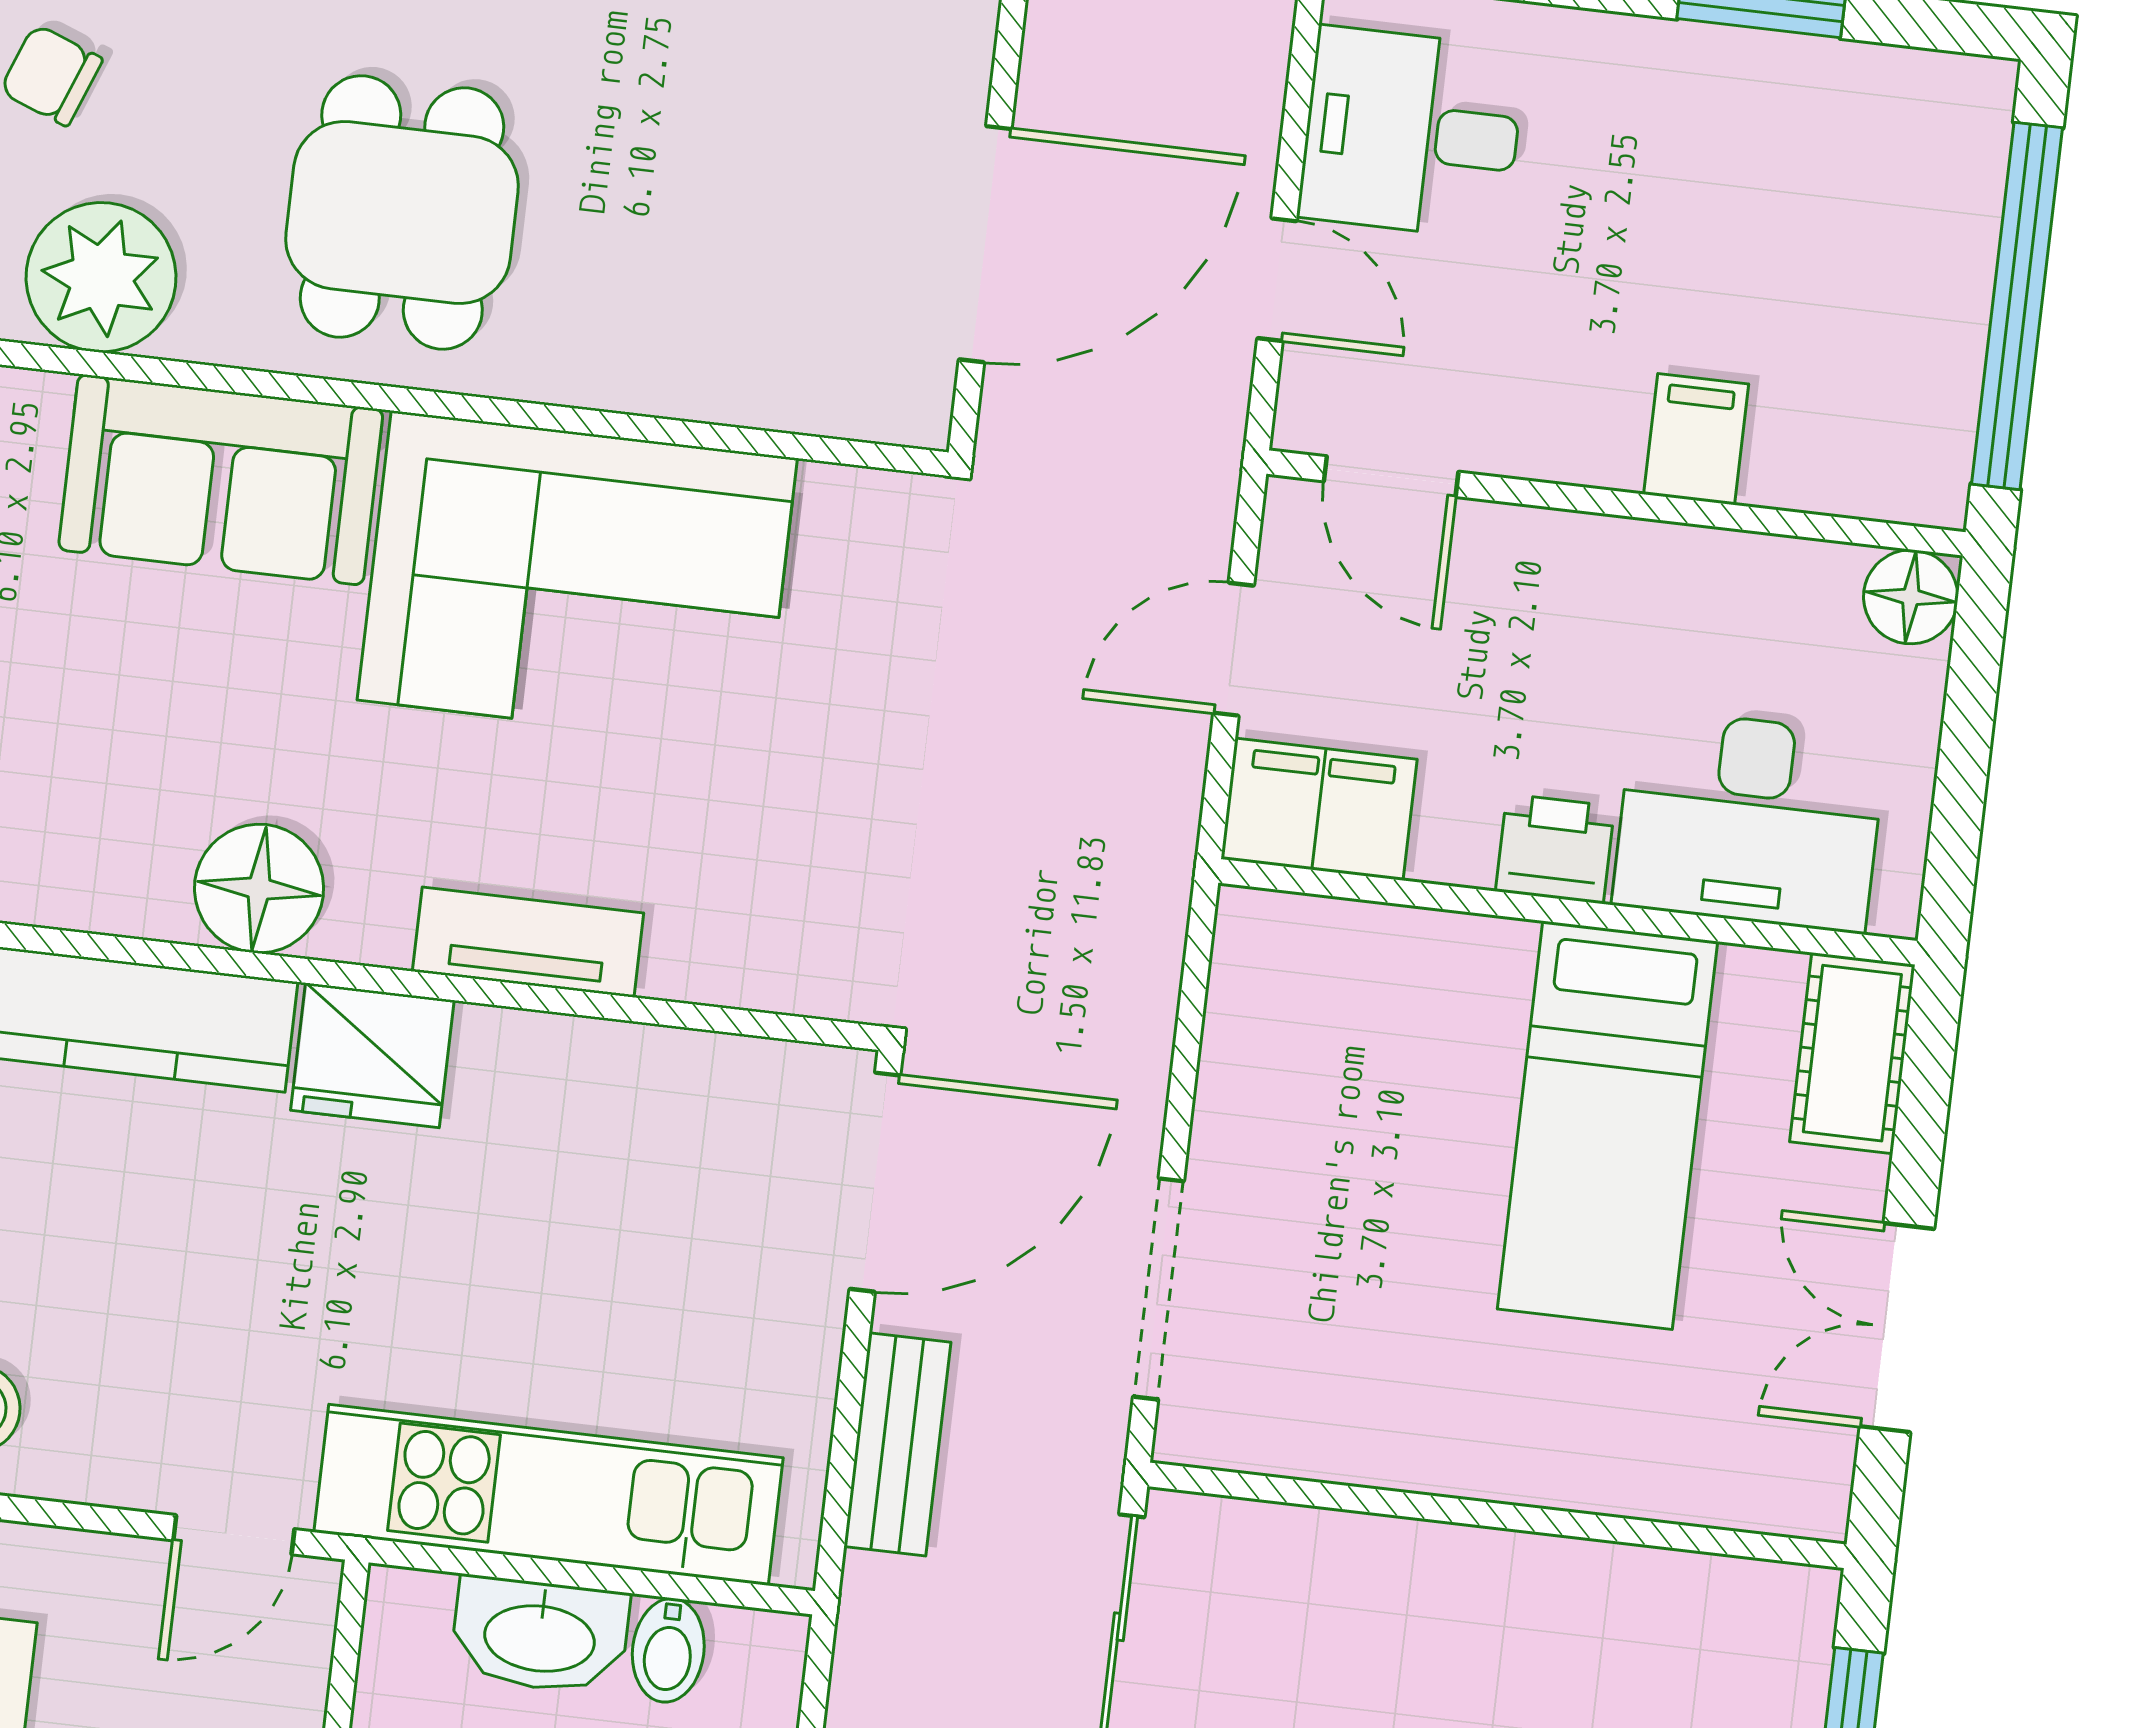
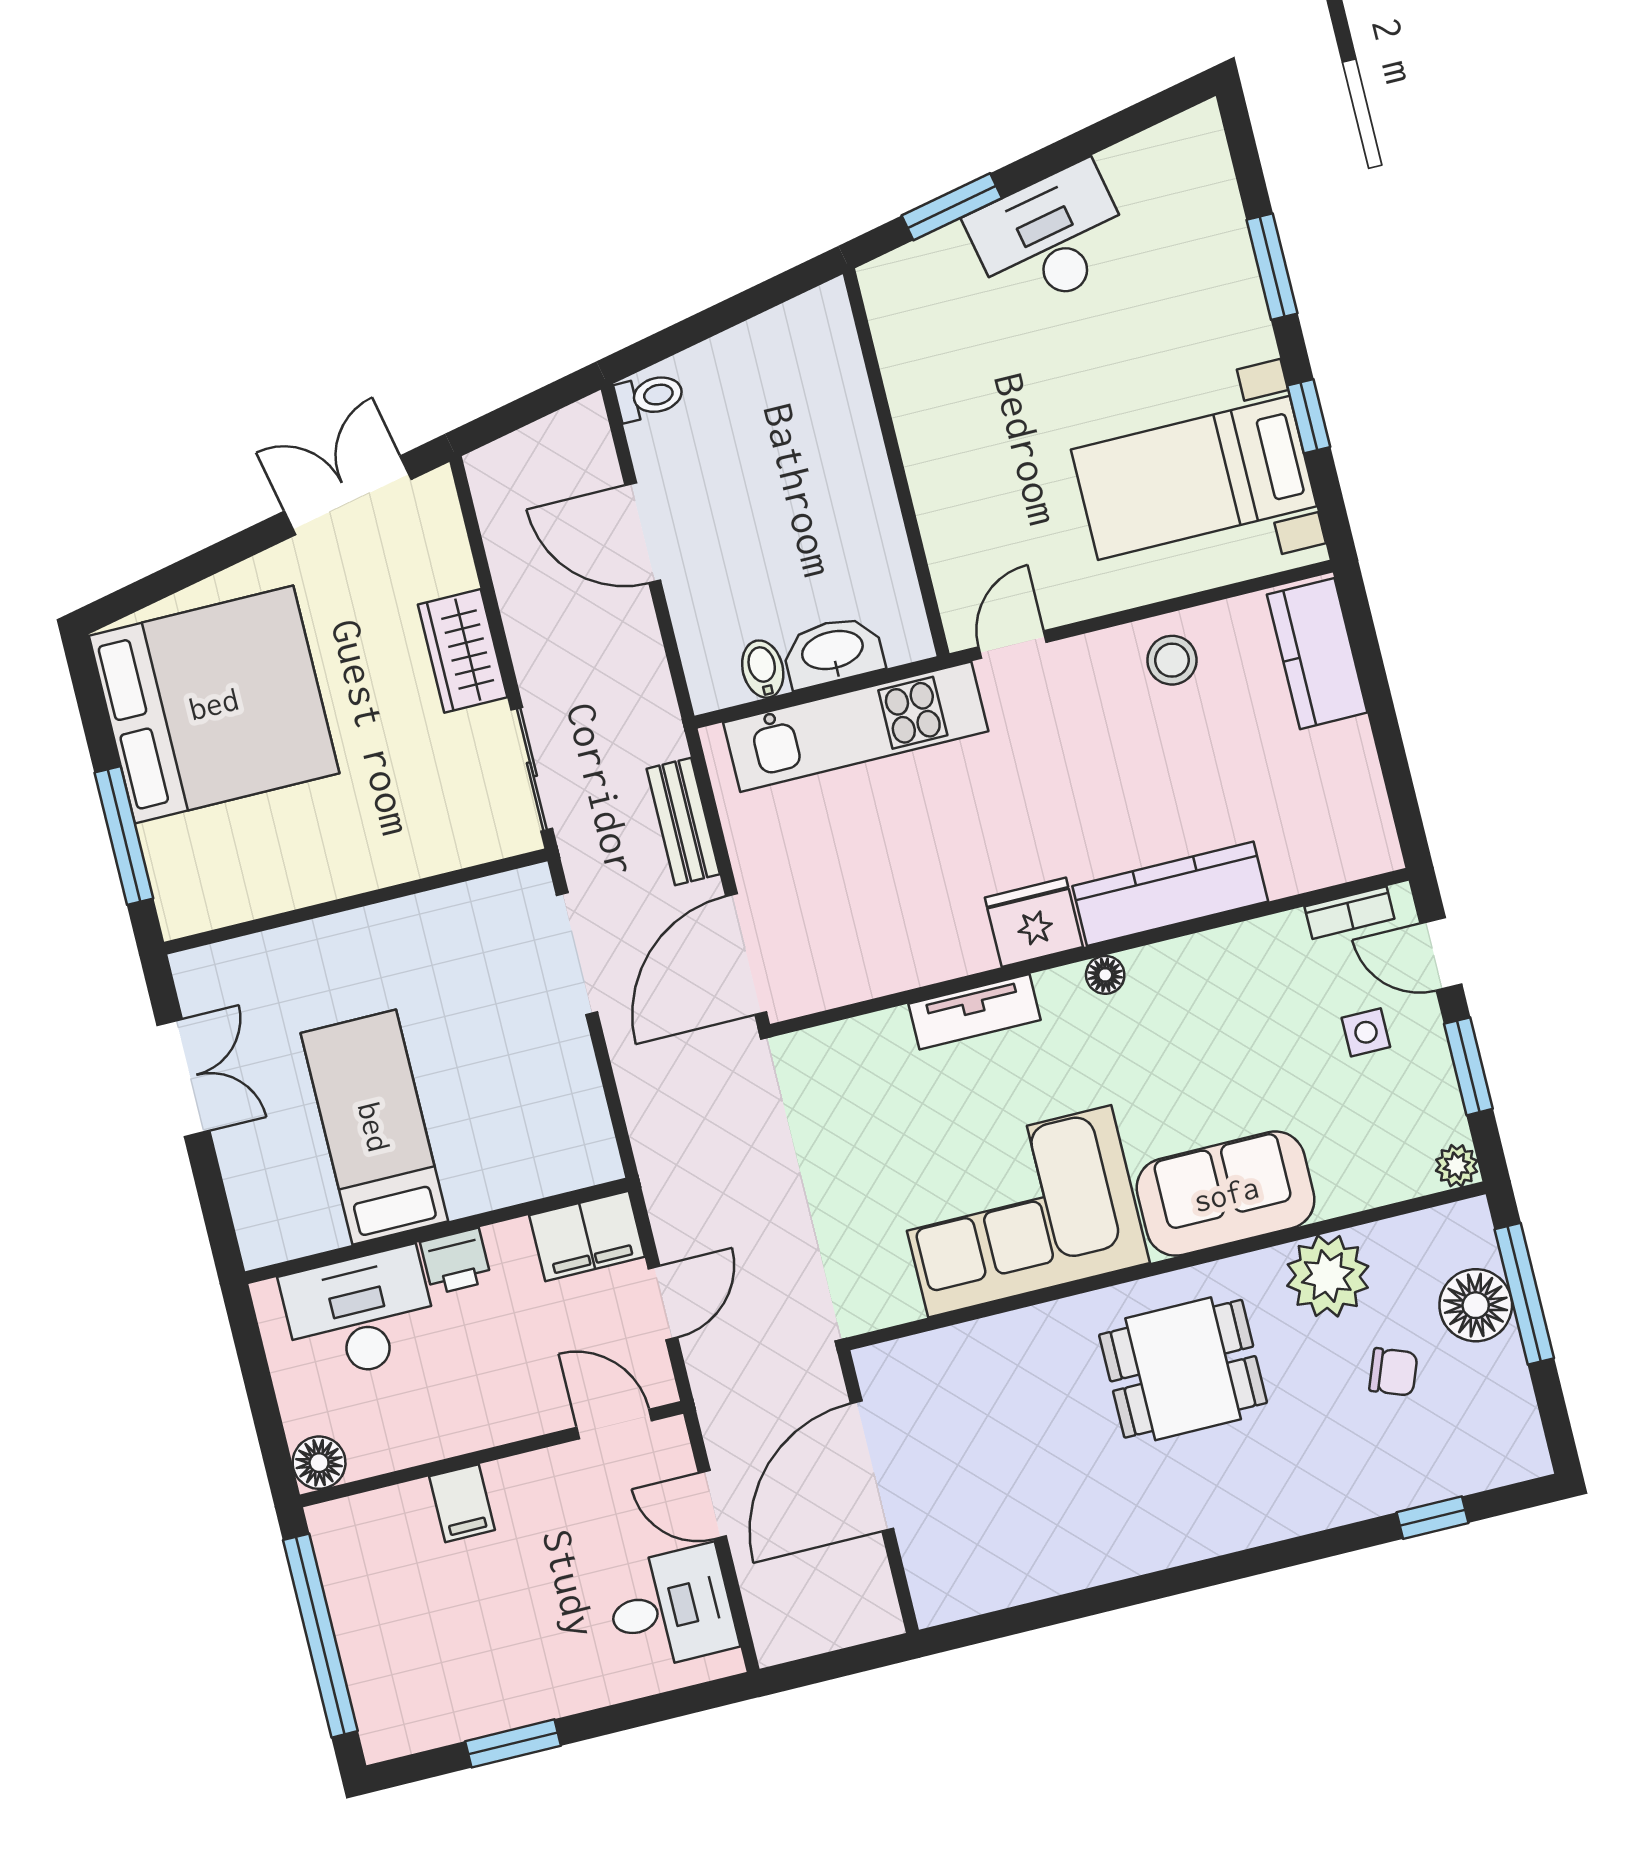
dining table: (402, 212) -> (1183, 1369), turned 90
floor lamp: (259, 889) -> (1105, 975), width x0.53, depth x0.53
cot: (1852, 1053) -> (260, 1213), removed

